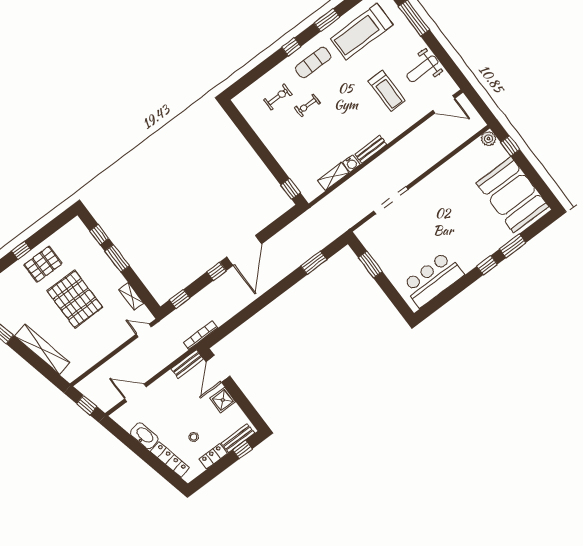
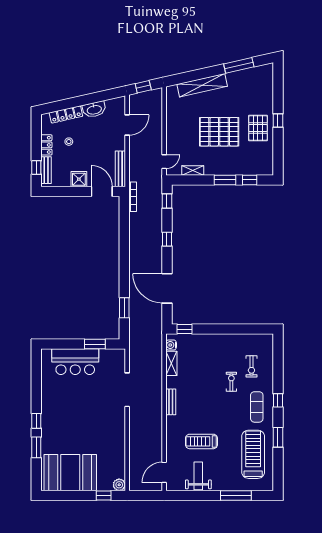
water cooler: (351, 164) -> (171, 345), moved
door: (244, 250) -> (167, 288), moved
bar counter: (433, 279) -> (75, 362), moved, turned 90
bench: (187, 364) -> (120, 169), width x1.36

